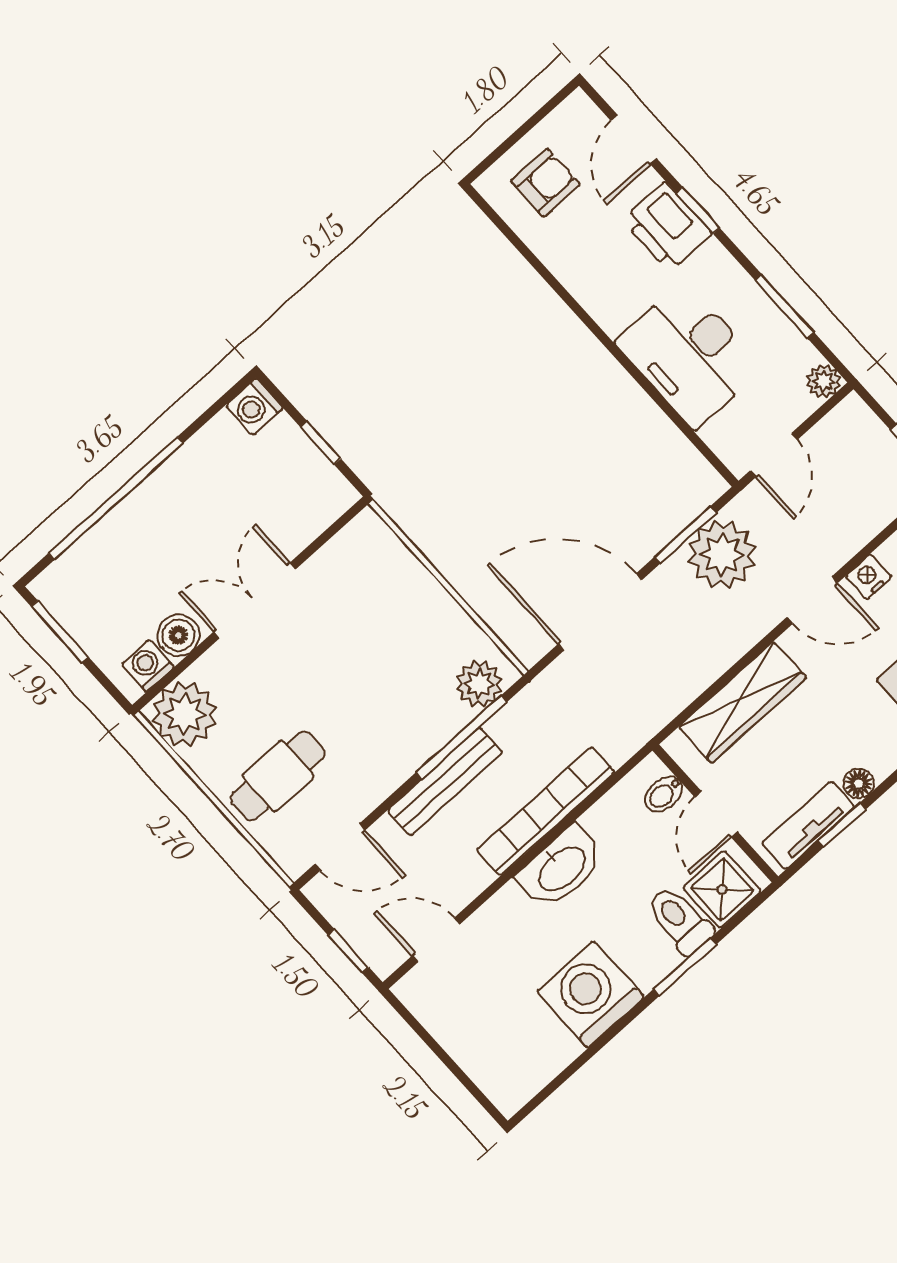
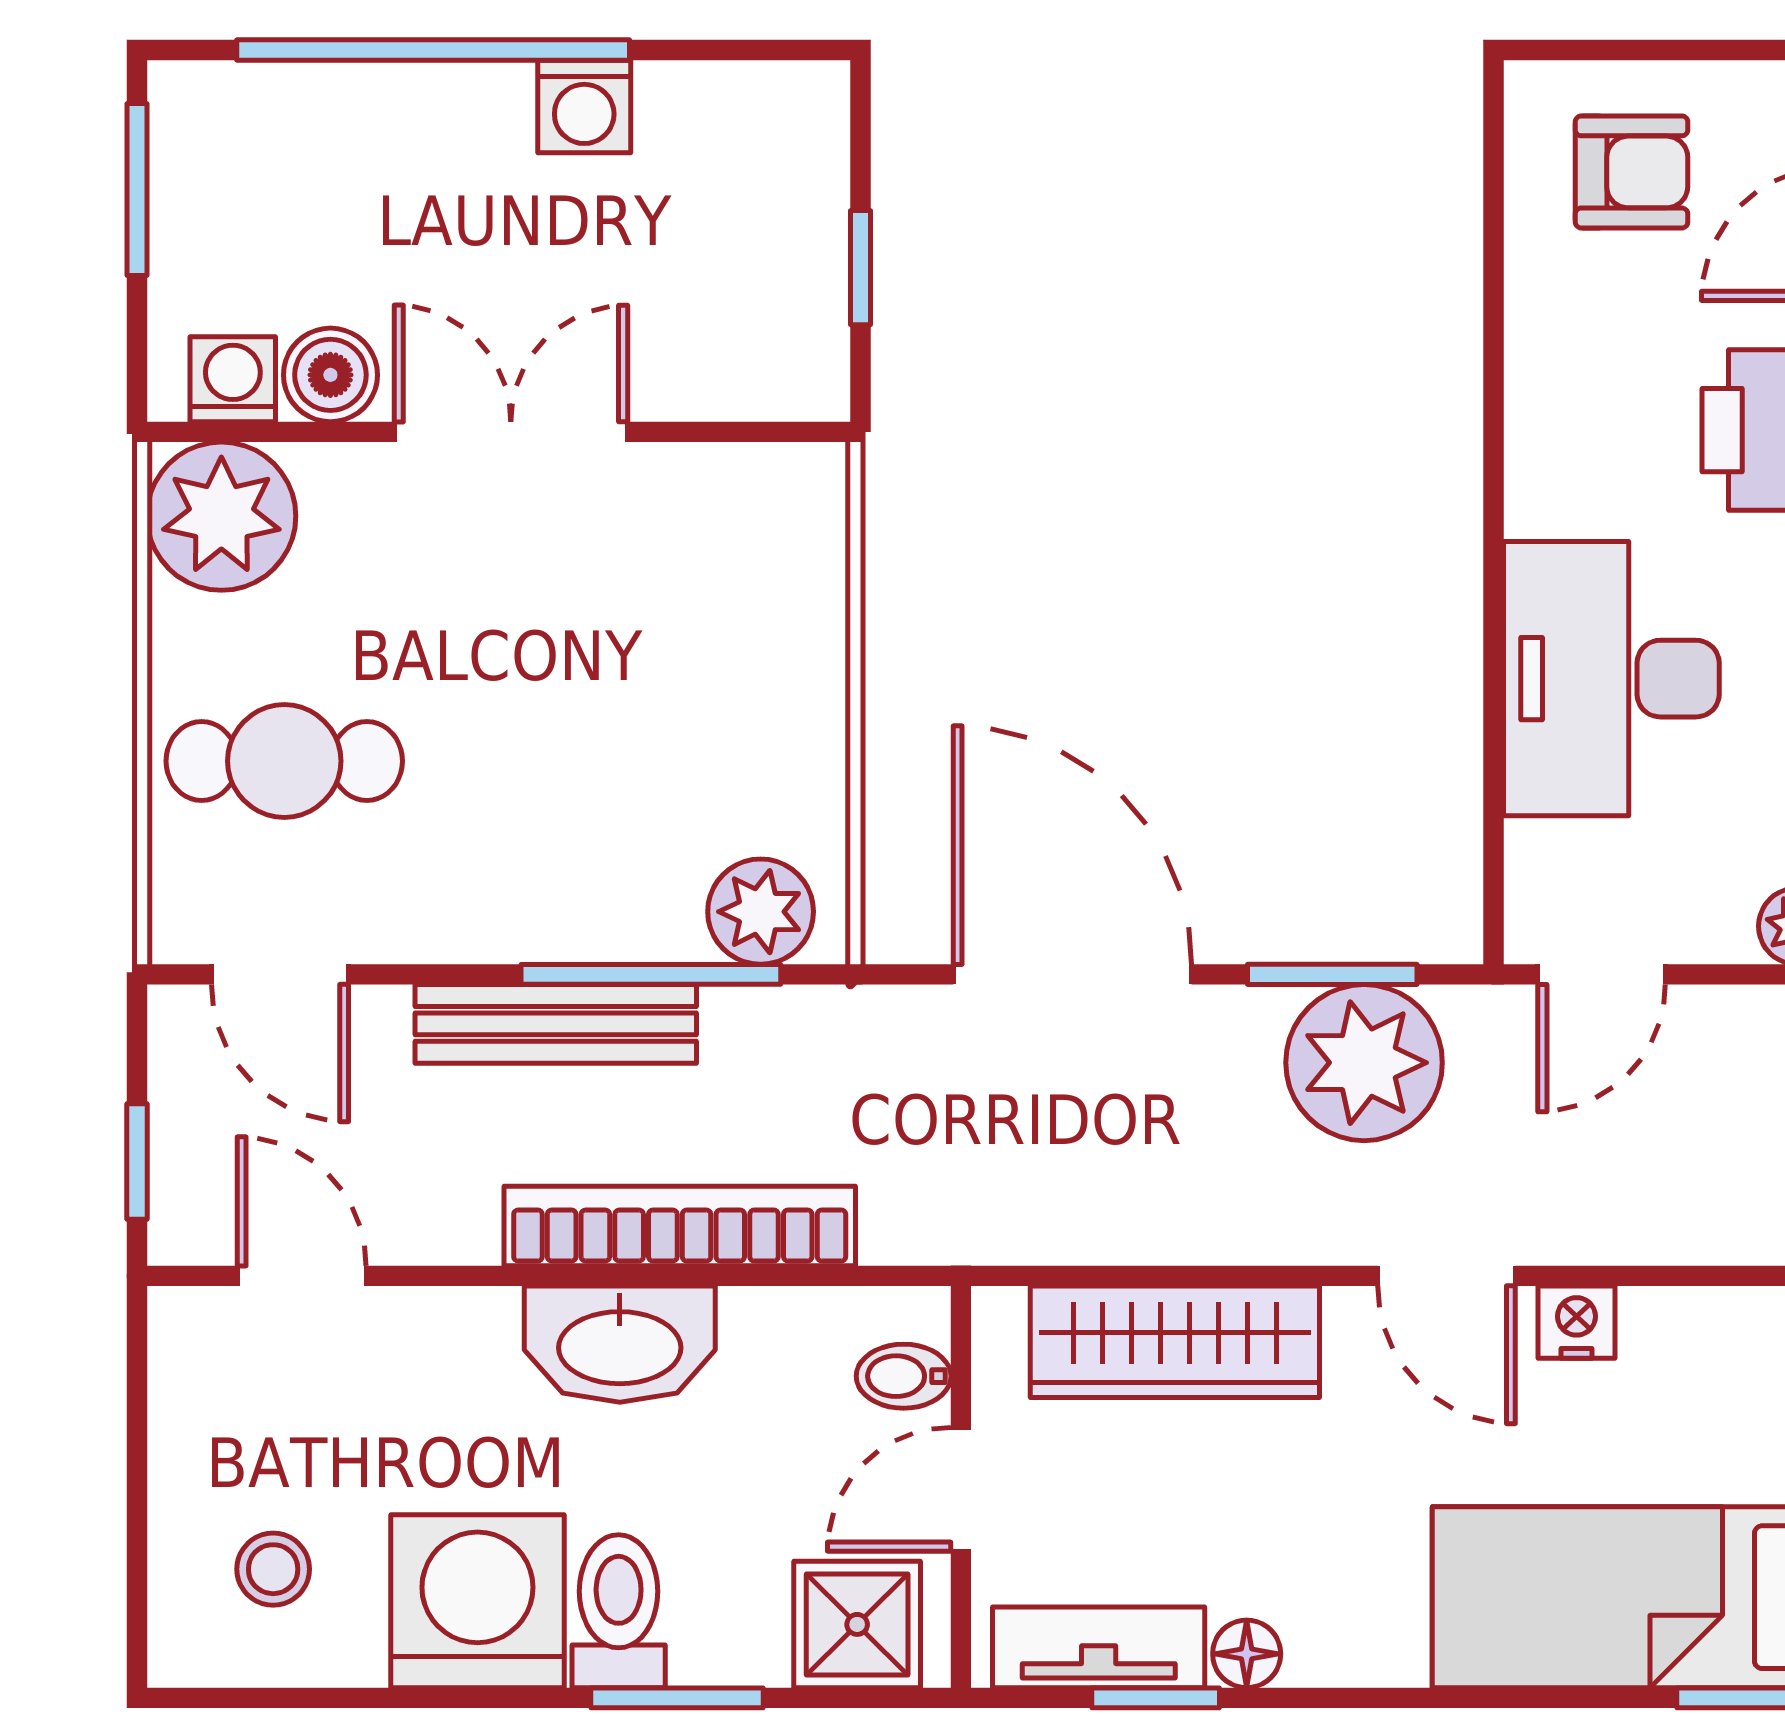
washing machine: (254, 407) -> (584, 107), moved, turned -90
toilet: (679, 920) -> (619, 1611), moved
stool: (514, 1044) -> (273, 1569), added

